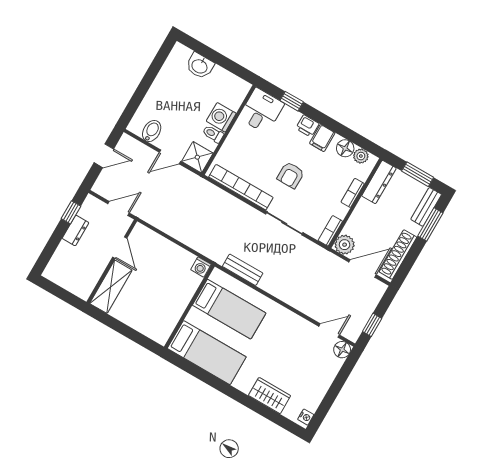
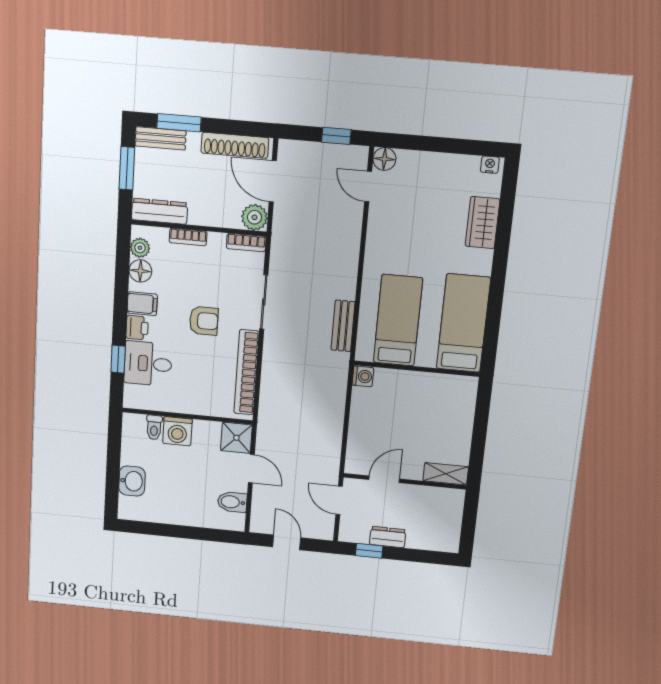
desk: (261, 111) -> (148, 364), moved
toilet: (213, 134) -> (154, 427), moved
shelving: (111, 287) -> (446, 474), width x0.67, depth x0.75

